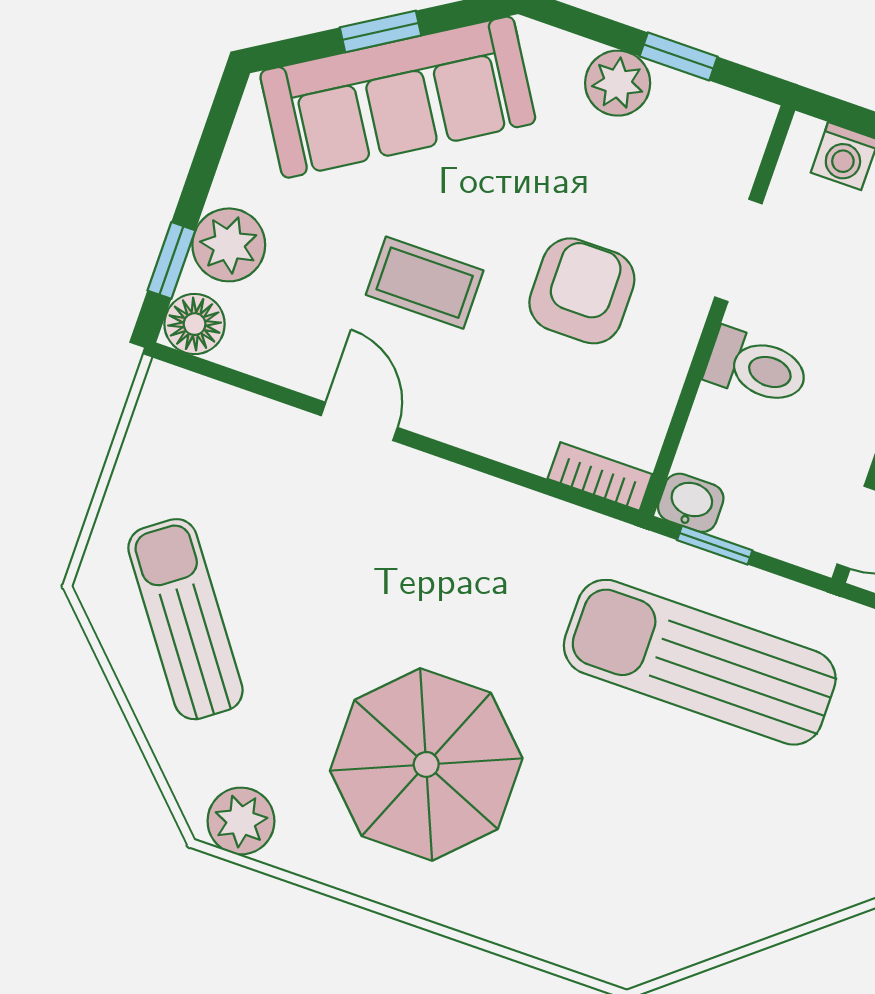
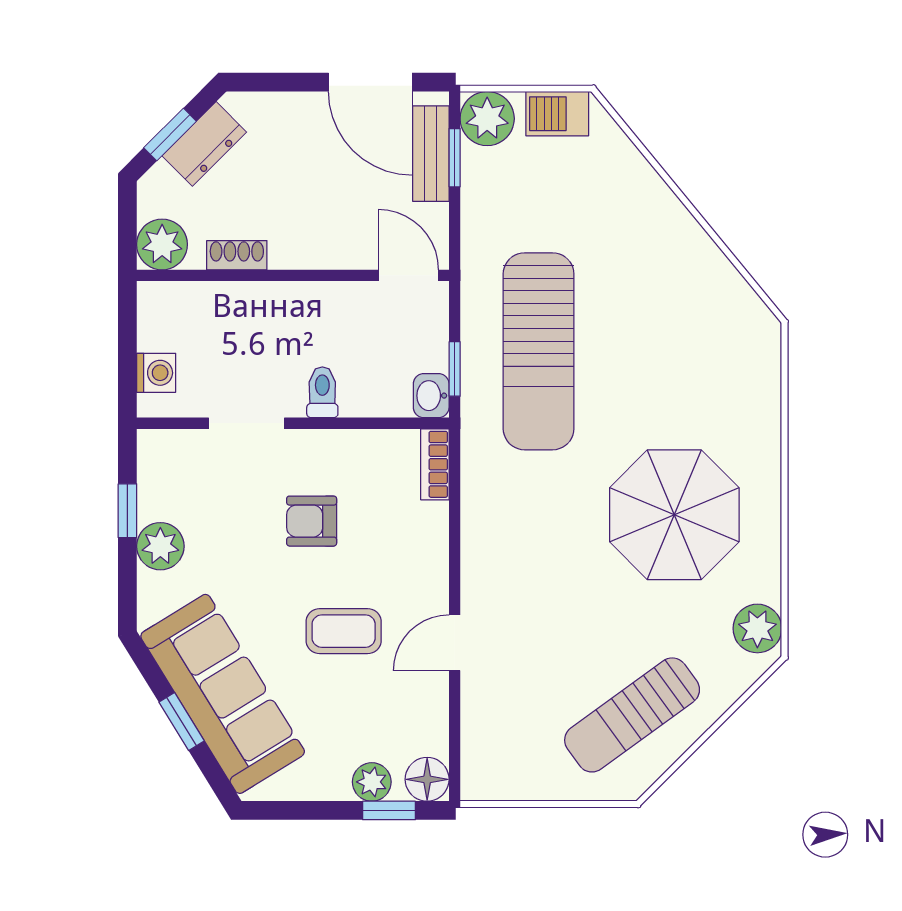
plant: (229, 245) -> (372, 782), width x0.73, depth x0.73
coffee table: (425, 283) -> (344, 631), turned 90
armchair: (582, 291) -> (312, 521), width x0.72, depth x0.72
toilet: (757, 367) -> (322, 392), width x0.73, depth x0.72

